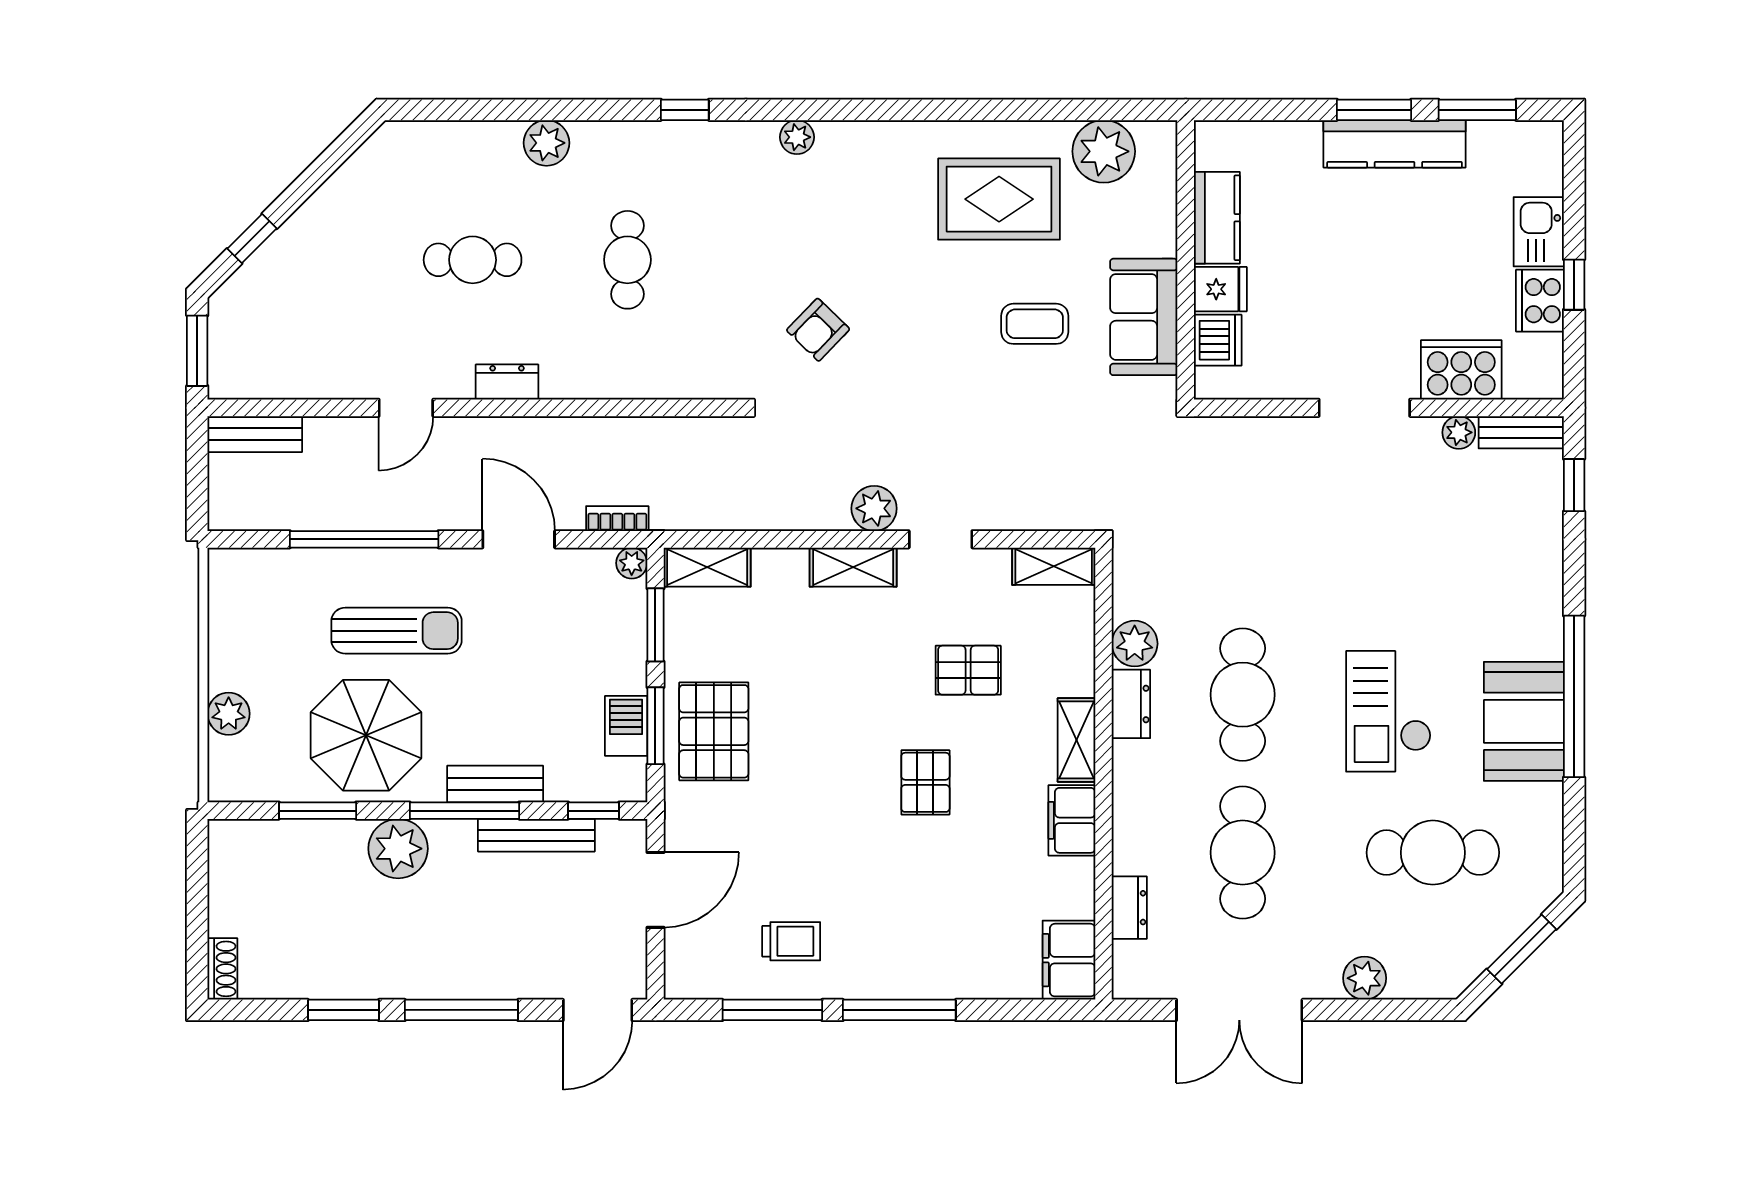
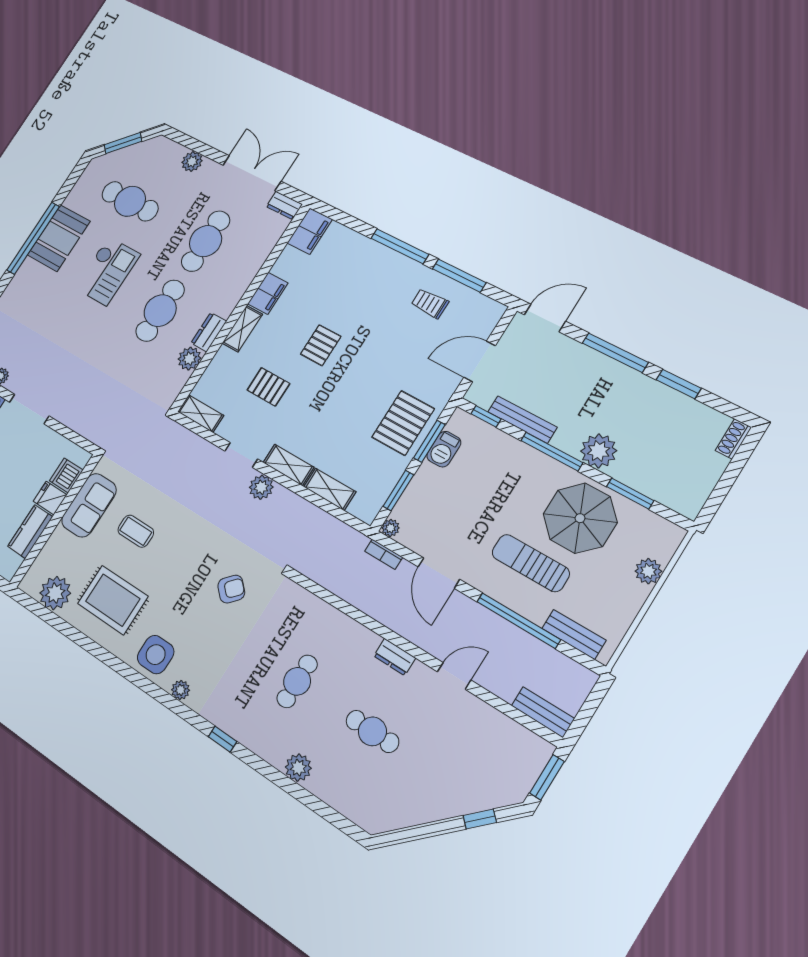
side table: (872, 163) -> (156, 655), added
shelving: (707, 567) -> (330, 489), moved
bench: (495, 784) -> (574, 634), moved
dresser: (1129, 908) -> (284, 205), moved, turned -90

